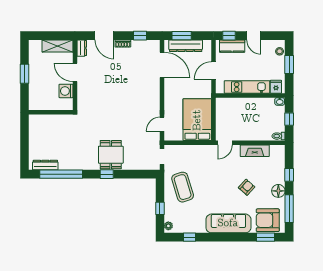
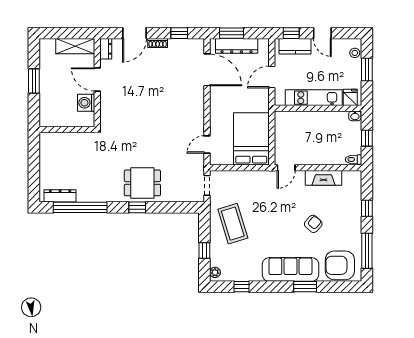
door: (104, 36) -> (134, 33), hinge flipped
dining table: (111, 155) -> (142, 183), turned 90
floor lamp: (278, 191) -> (353, 229), removed
window: (266, 237) -> (305, 287), moved

